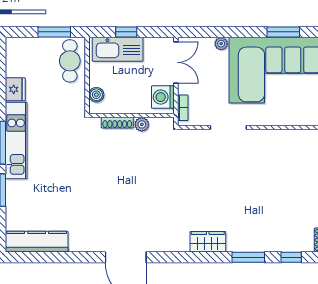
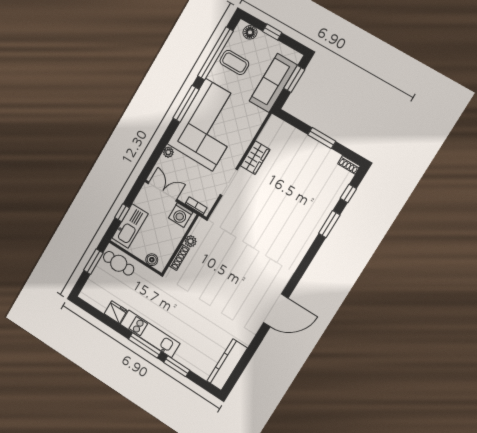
window: (283, 32) -> (186, 104), width x1.44
wardrobe: (208, 242) -> (255, 158), moved, turned 180

